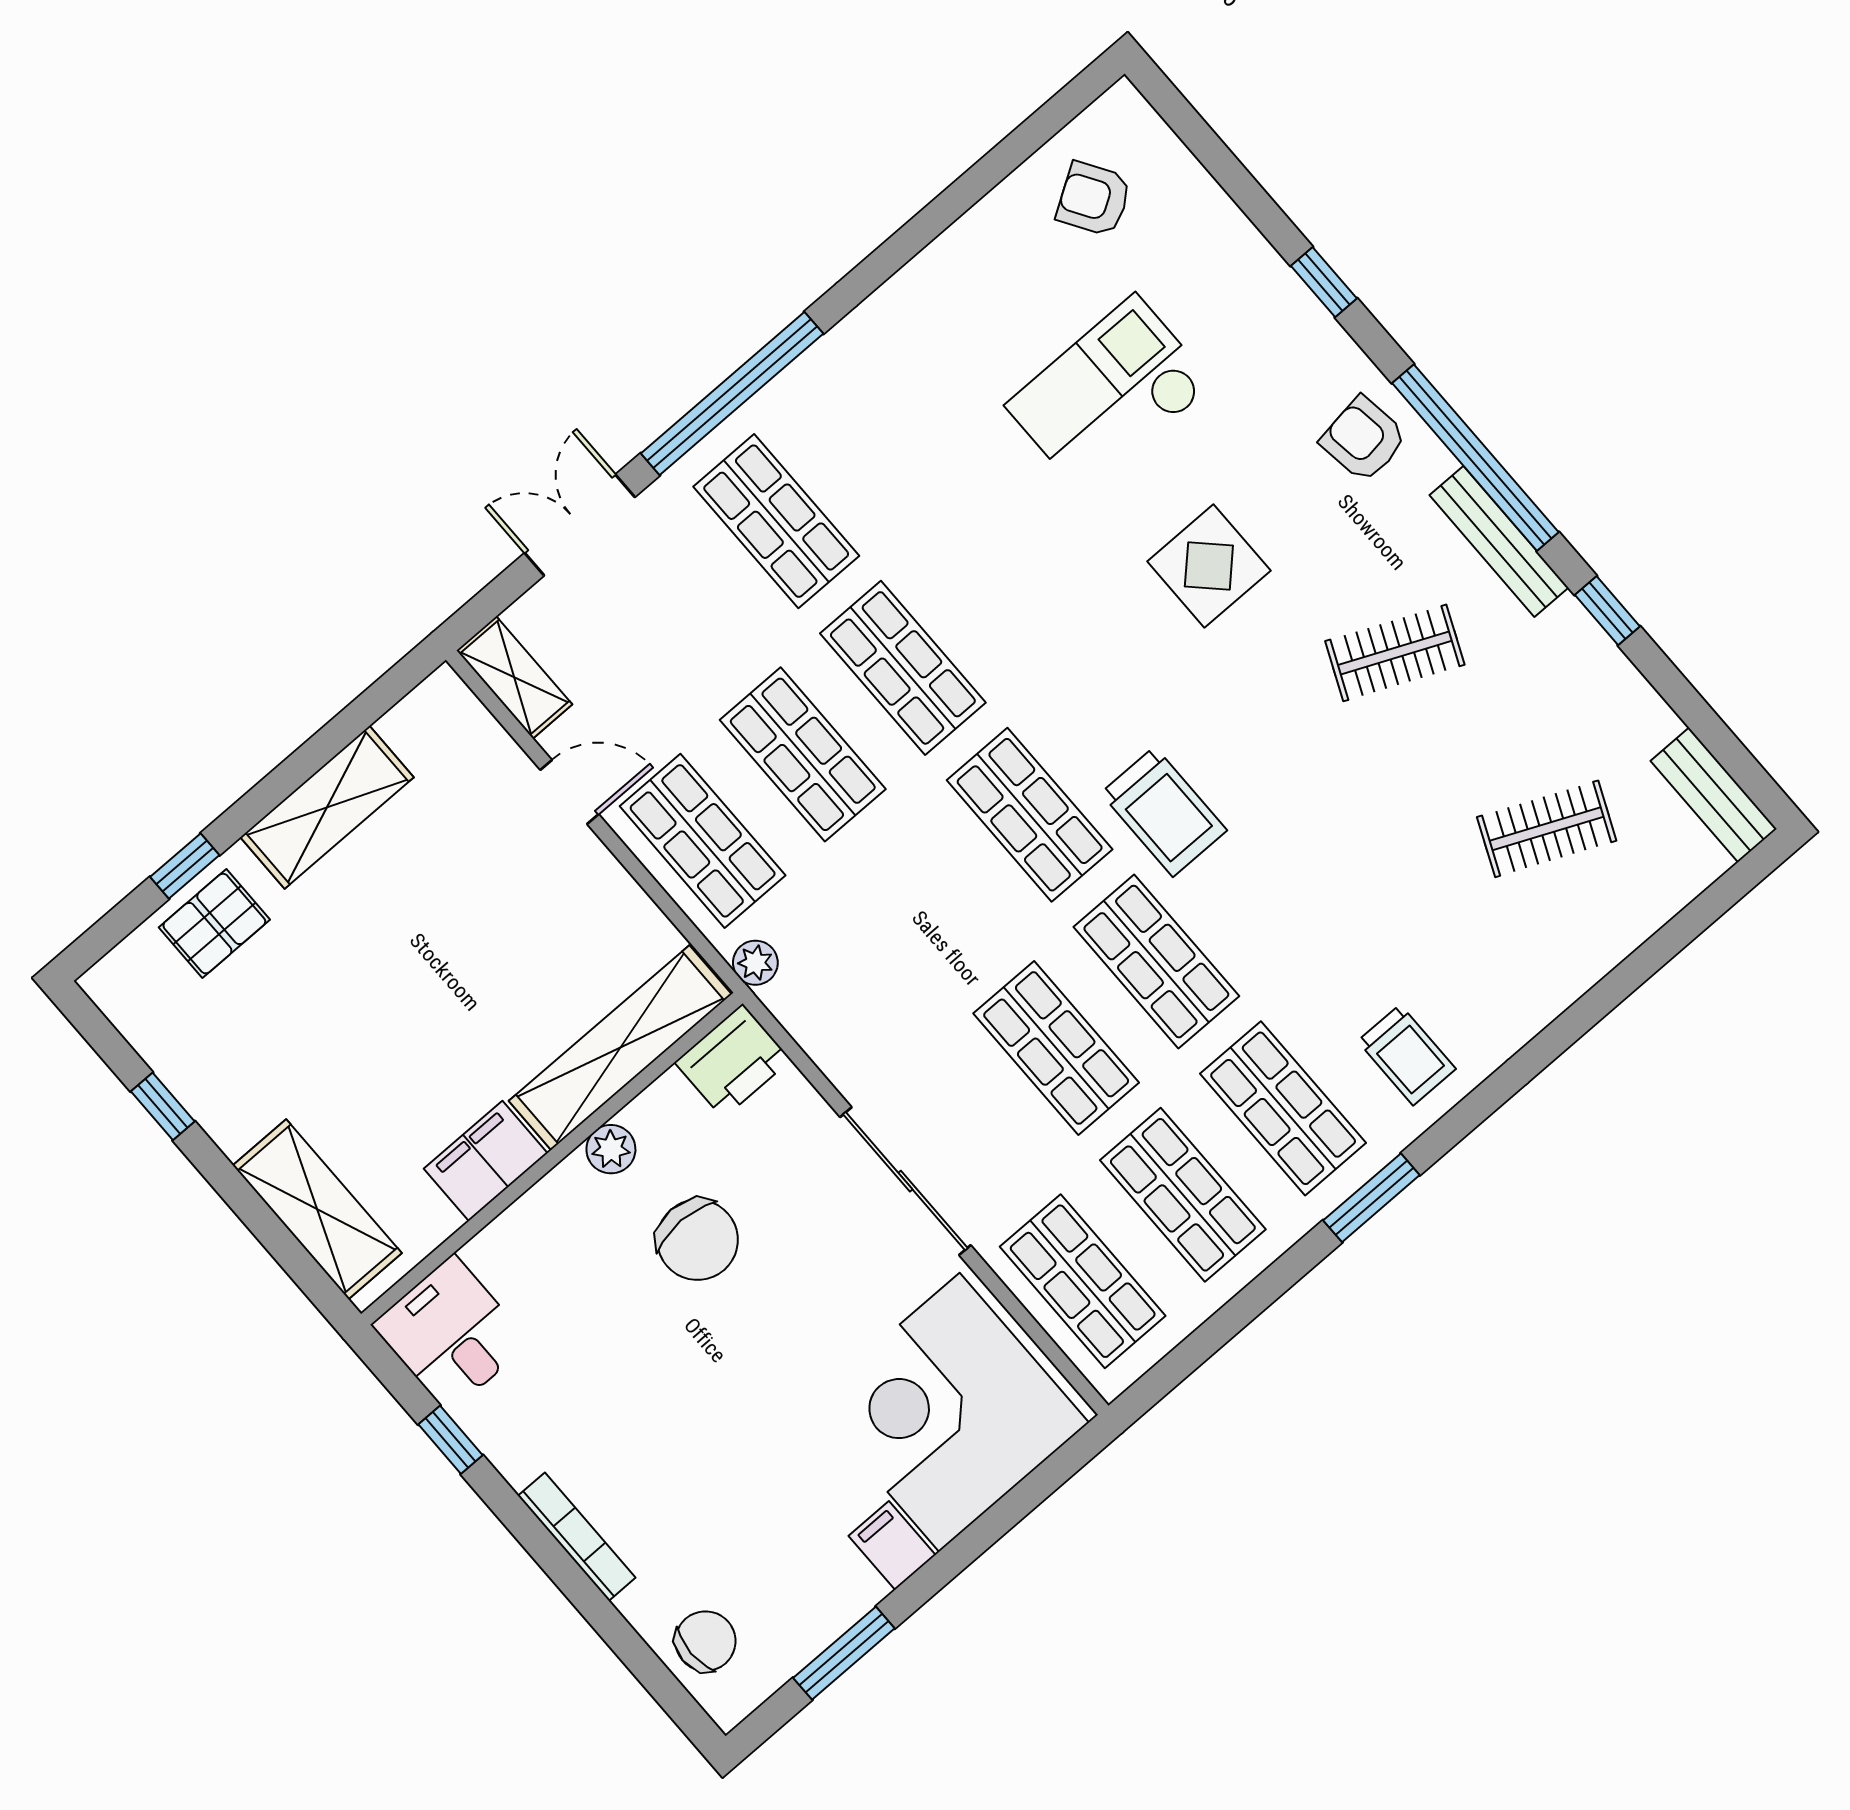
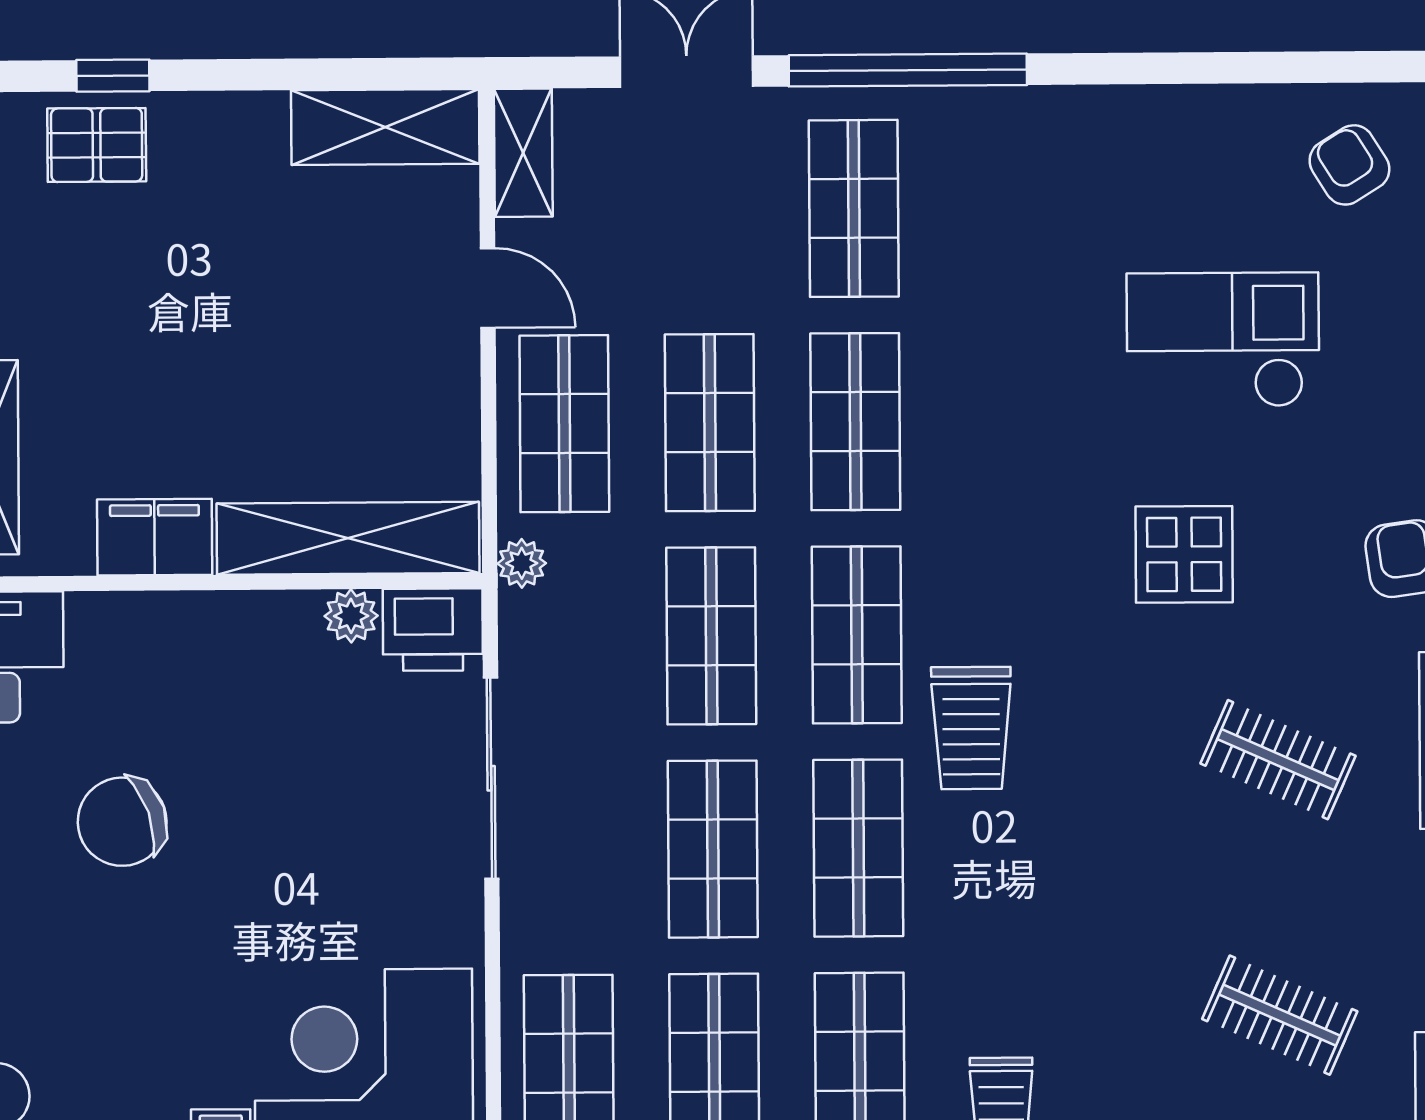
shelving: (327, 807) -> (385, 127), moved
shop shelf: (929, 901) -> (711, 636), added
plant: (611, 1149) -> (351, 616), moved
sliding door: (905, 1181) -> (491, 778), moved
chair: (697, 1240) -> (122, 822), moved, turned 71

